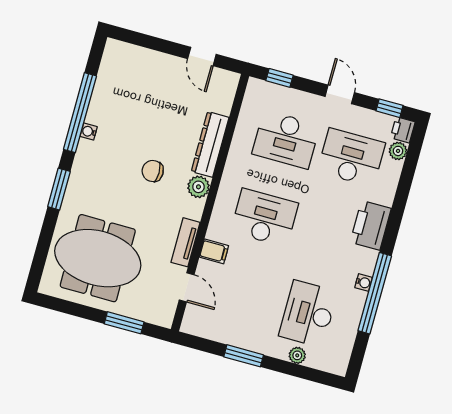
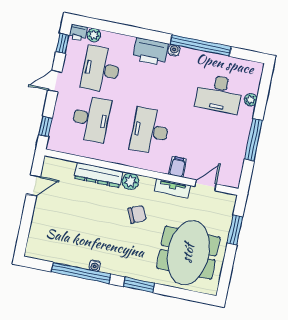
chair: (153, 171) -> (137, 214), moved, turned -114
water cooler: (364, 283) -> (174, 50), moved
window: (244, 356) -> (254, 140), width x1.44

